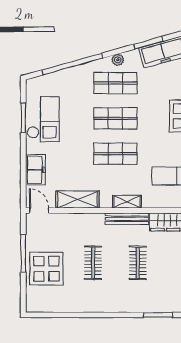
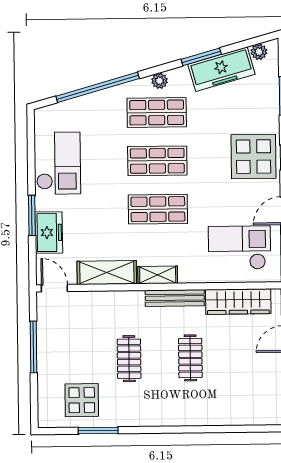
window: (23, 118) -> (32, 215), moved
shelving: (127, 202) -> (158, 275), moved
display table: (46, 269) -> (82, 400), moved, width x0.73, depth x0.73
window: (158, 315) -> (98, 431), moved

